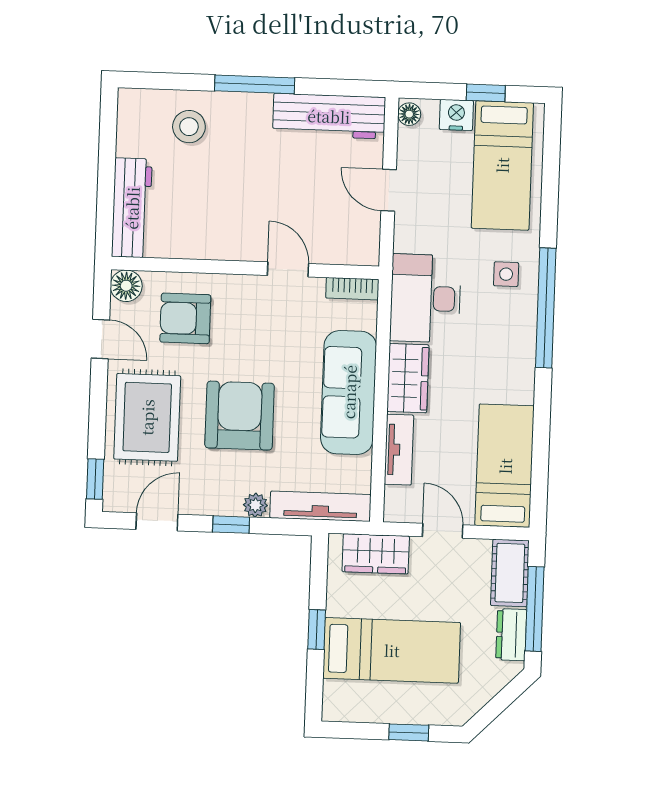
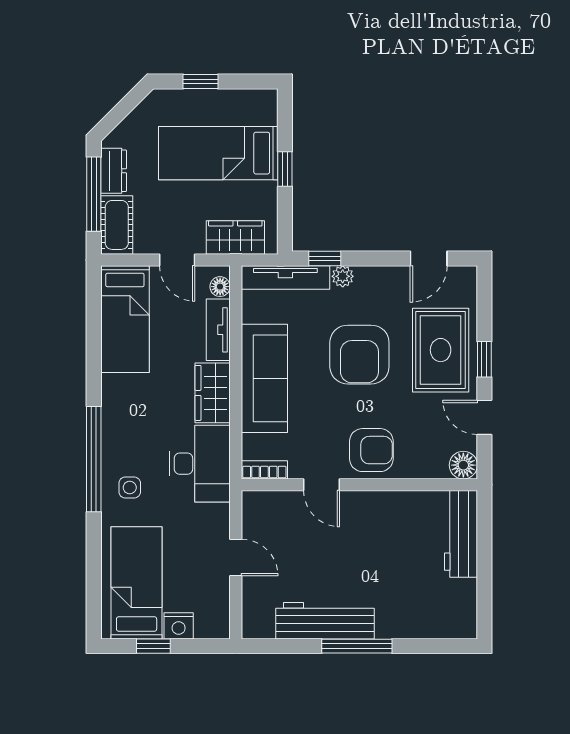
floor lamp: (409, 114) -> (220, 287), moved
workbench: (329, 116) -> (325, 621), moved
stool: (189, 127) -> (413, 607), removed
armchair: (185, 318) -> (371, 450), moved
window: (95, 479) -> (484, 359), moved
window: (231, 525) -> (325, 258), moved

